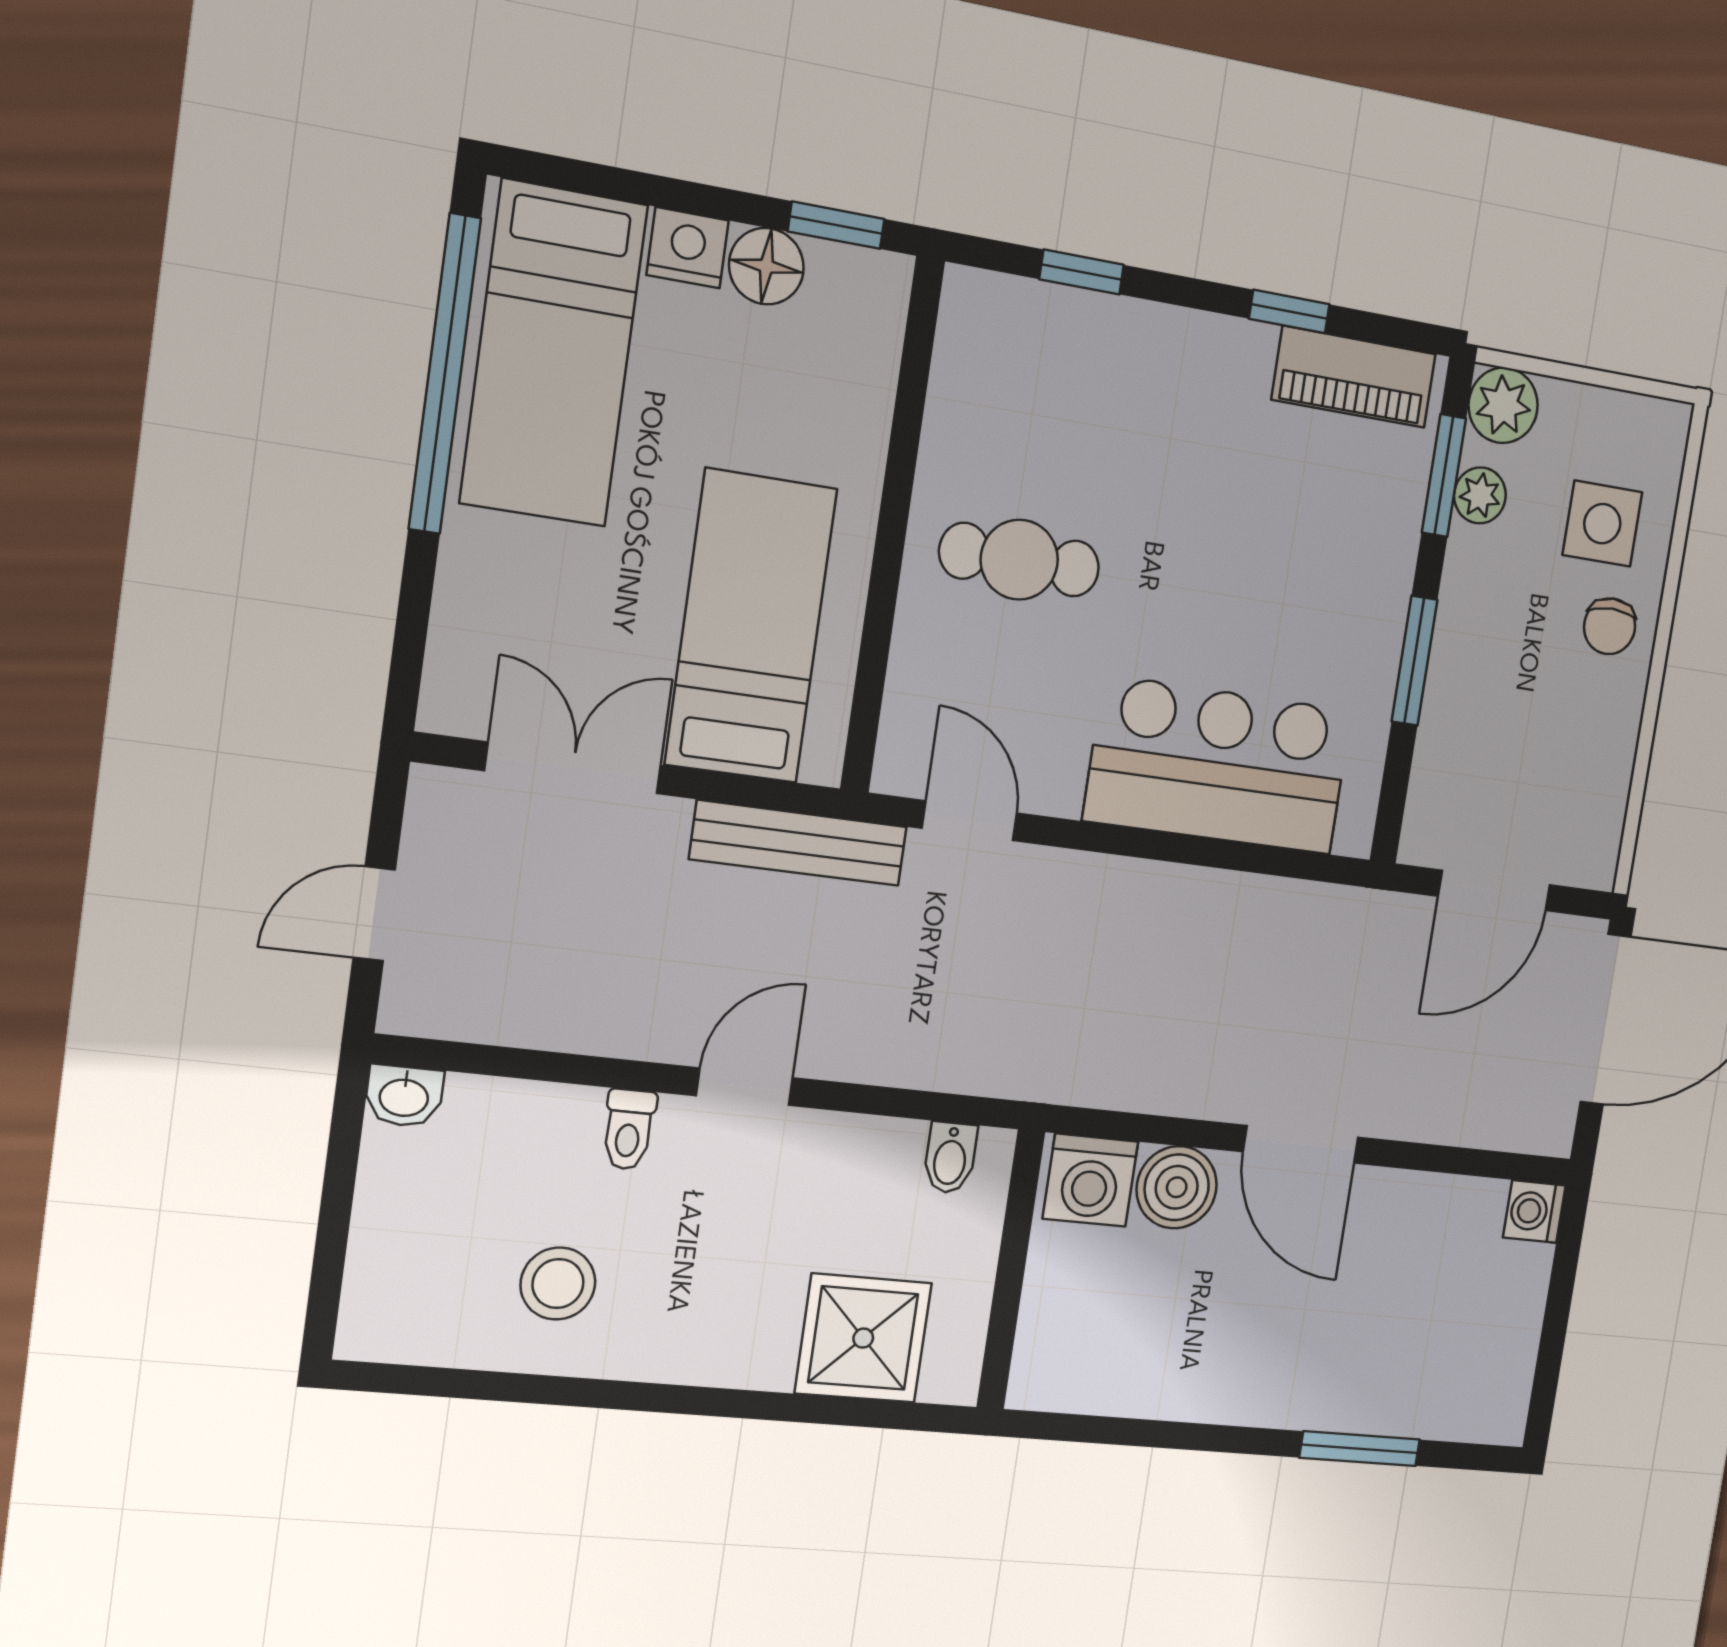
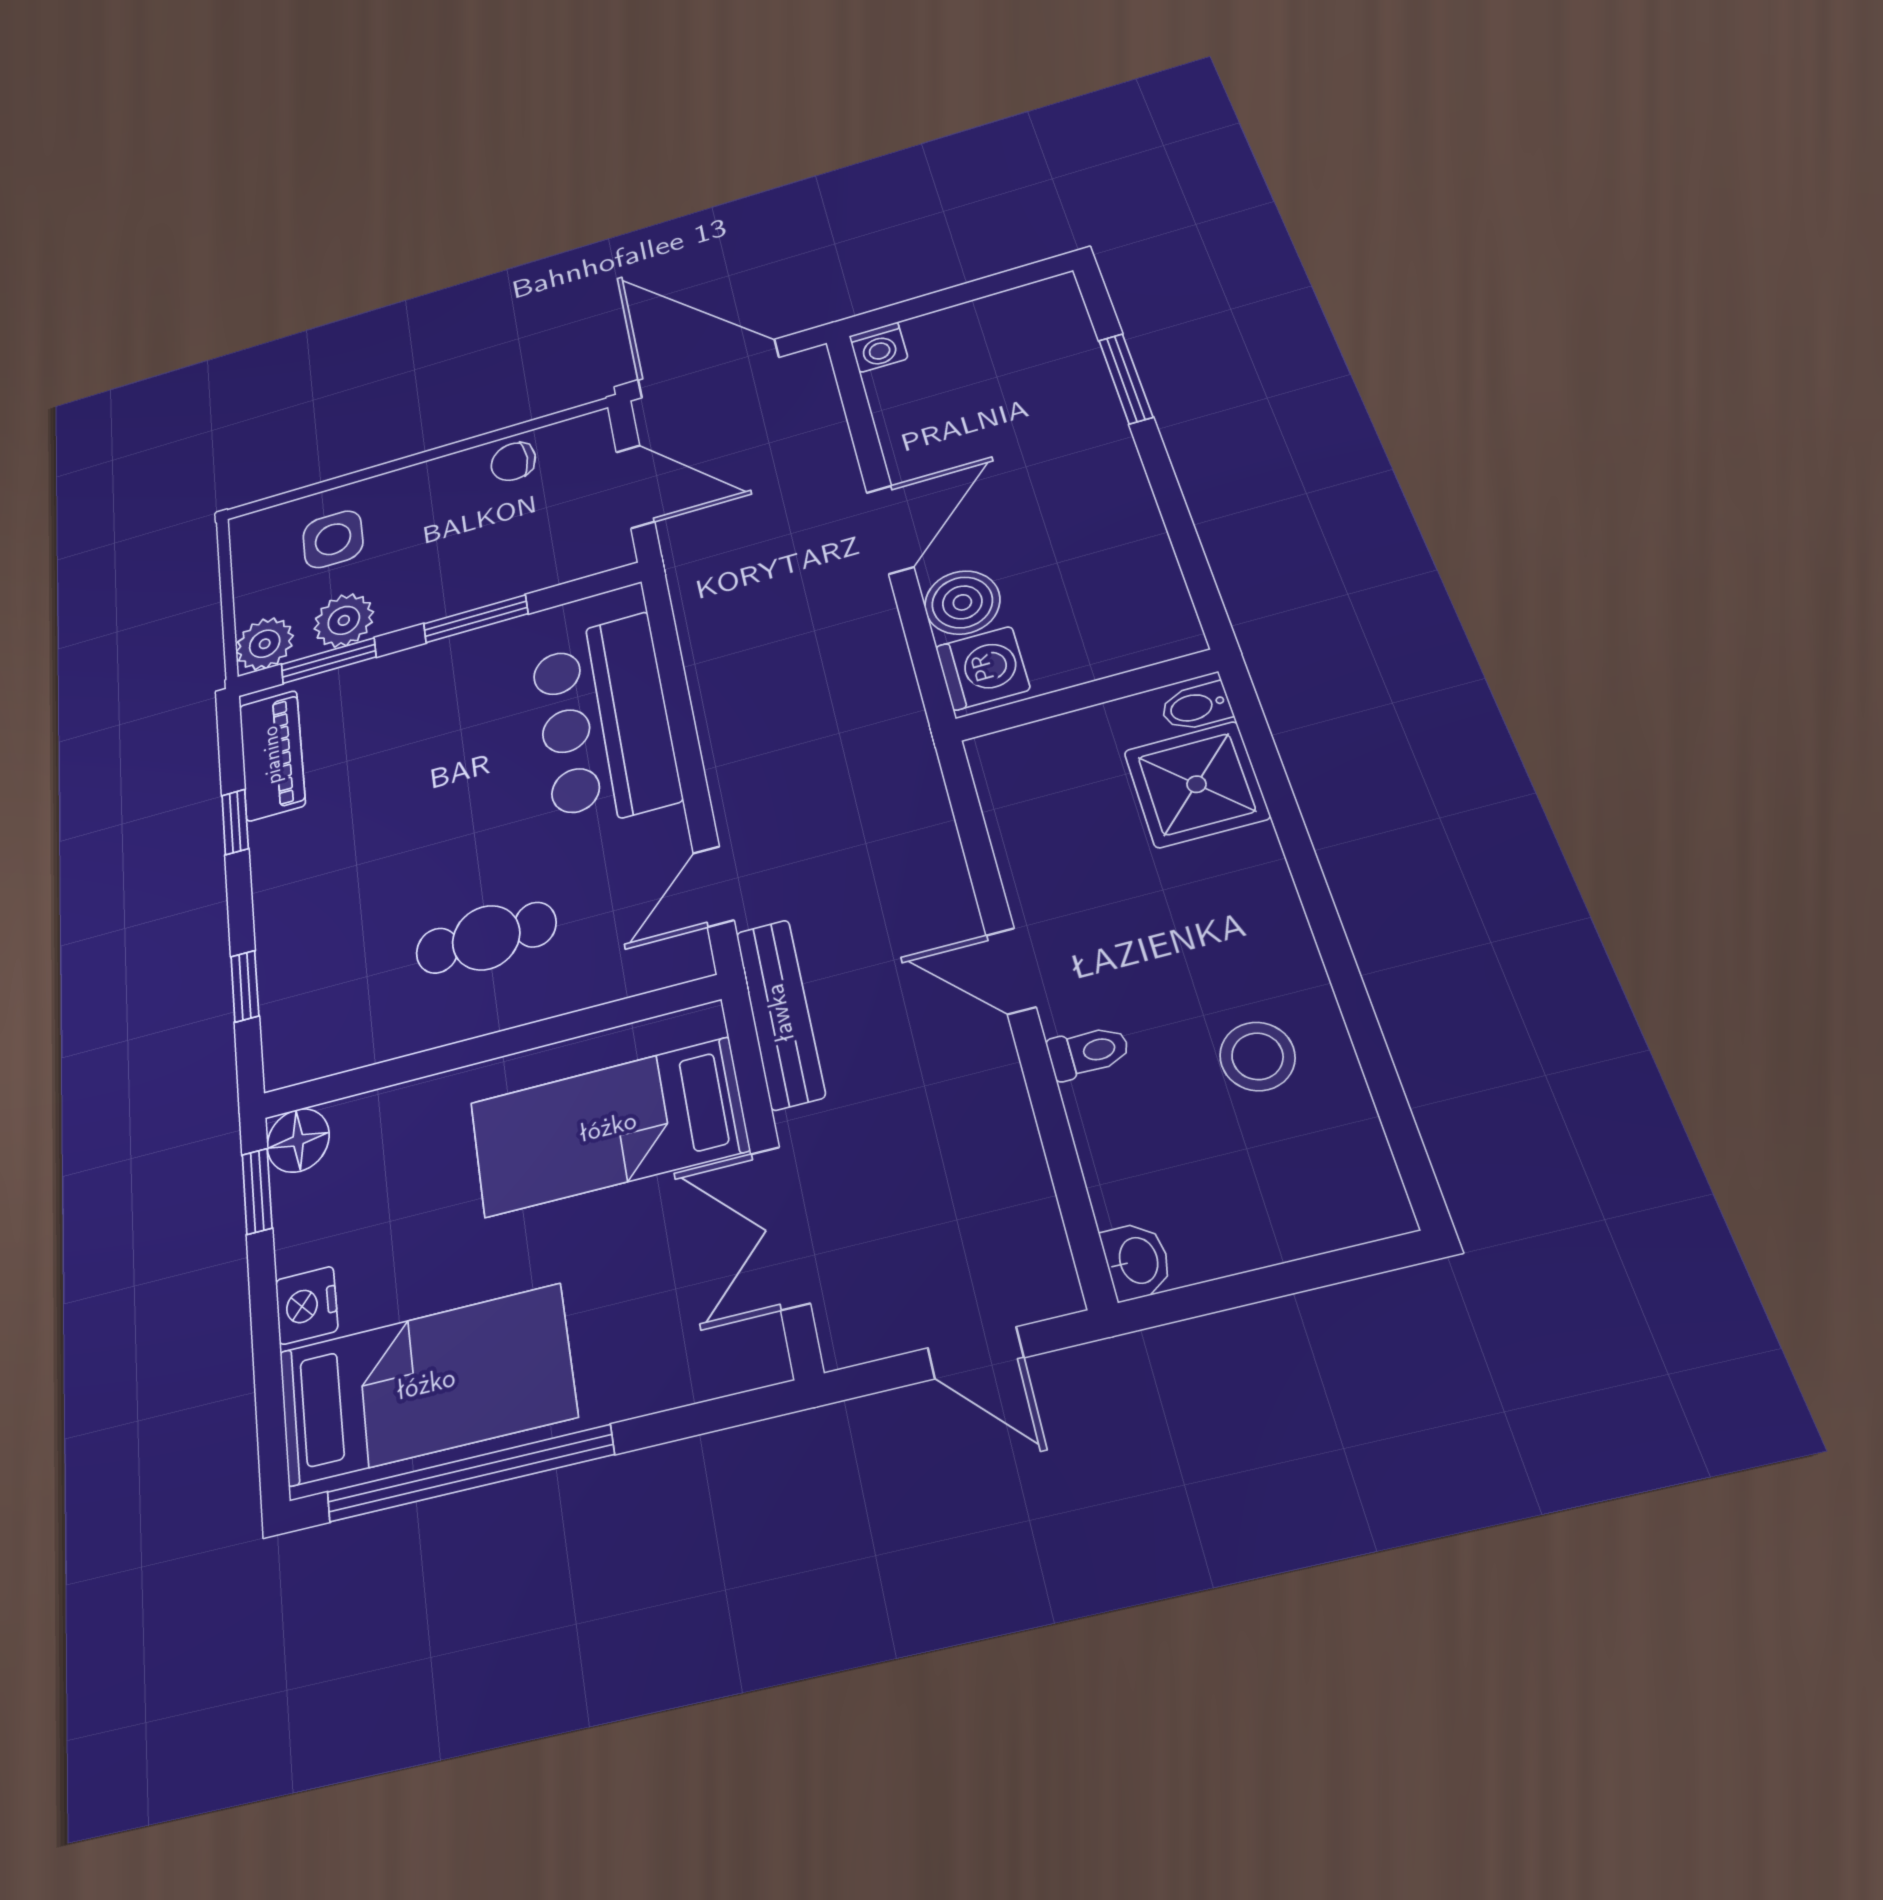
floor lamp: (766, 266) -> (298, 1140), moved
plant: (1480, 495) -> (344, 620), width x1.38, depth x1.38
cafe table: (1019, 560) -> (486, 938), turned 90
chair: (1610, 626) -> (513, 462), moved, turned 180
bidet: (950, 1158) -> (1196, 707), moved, turned 180

